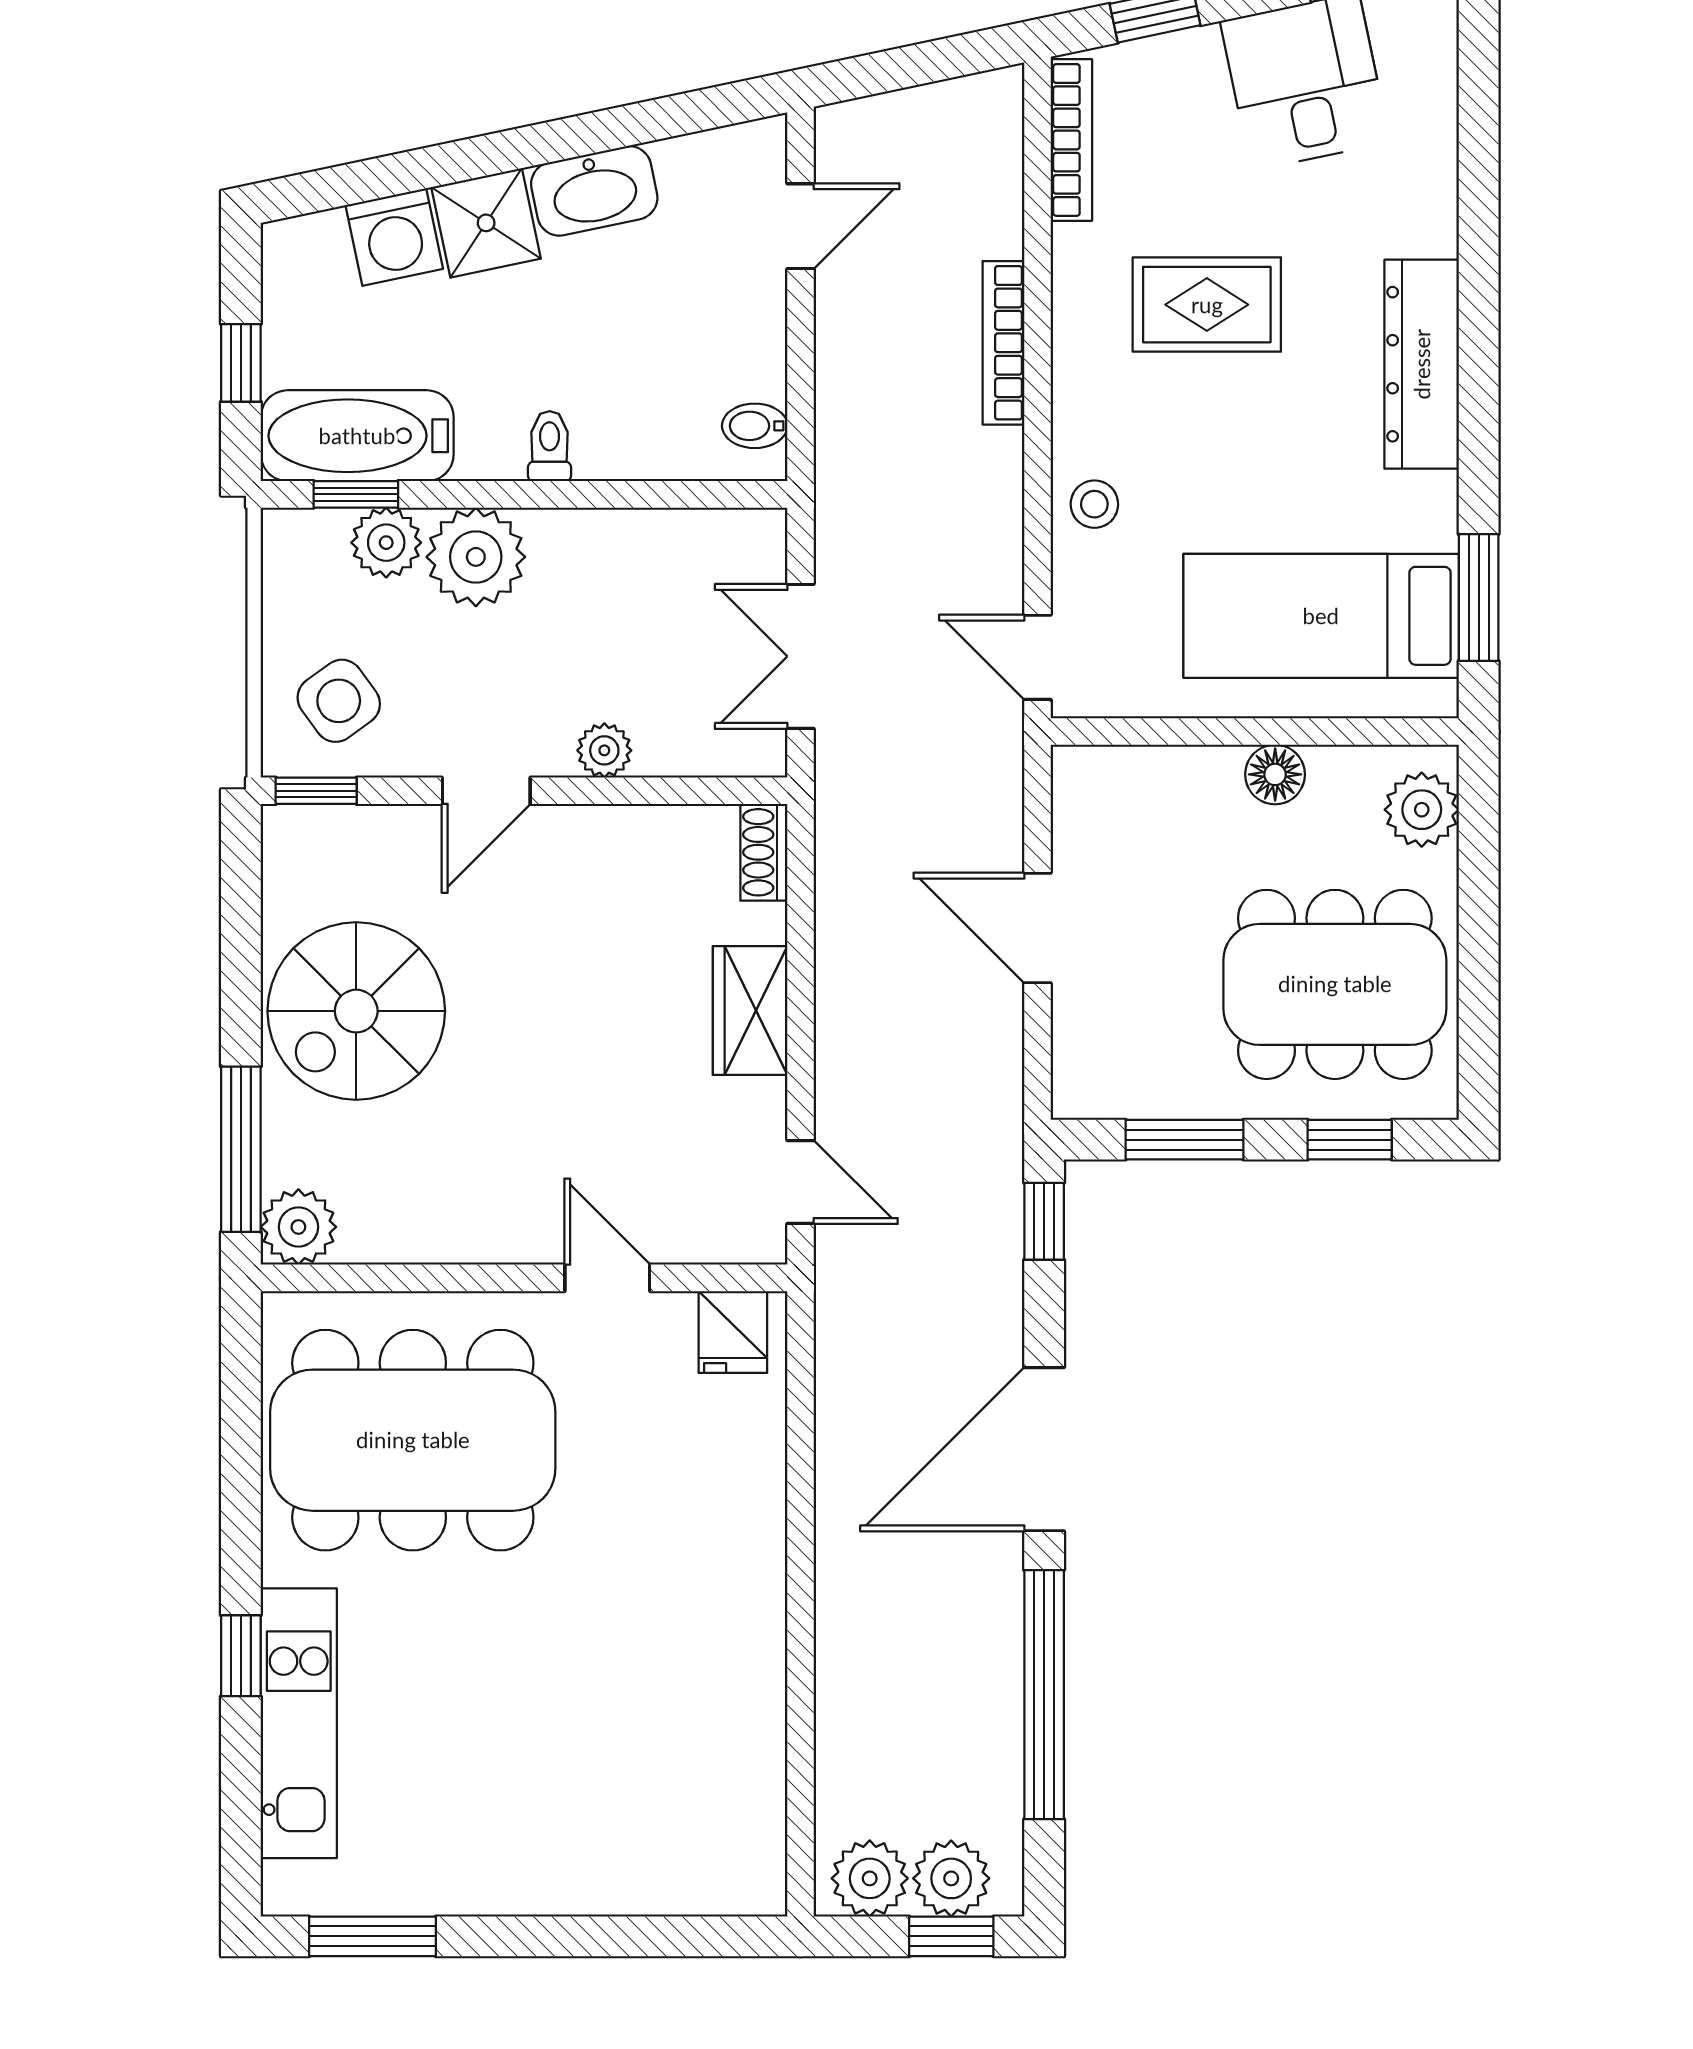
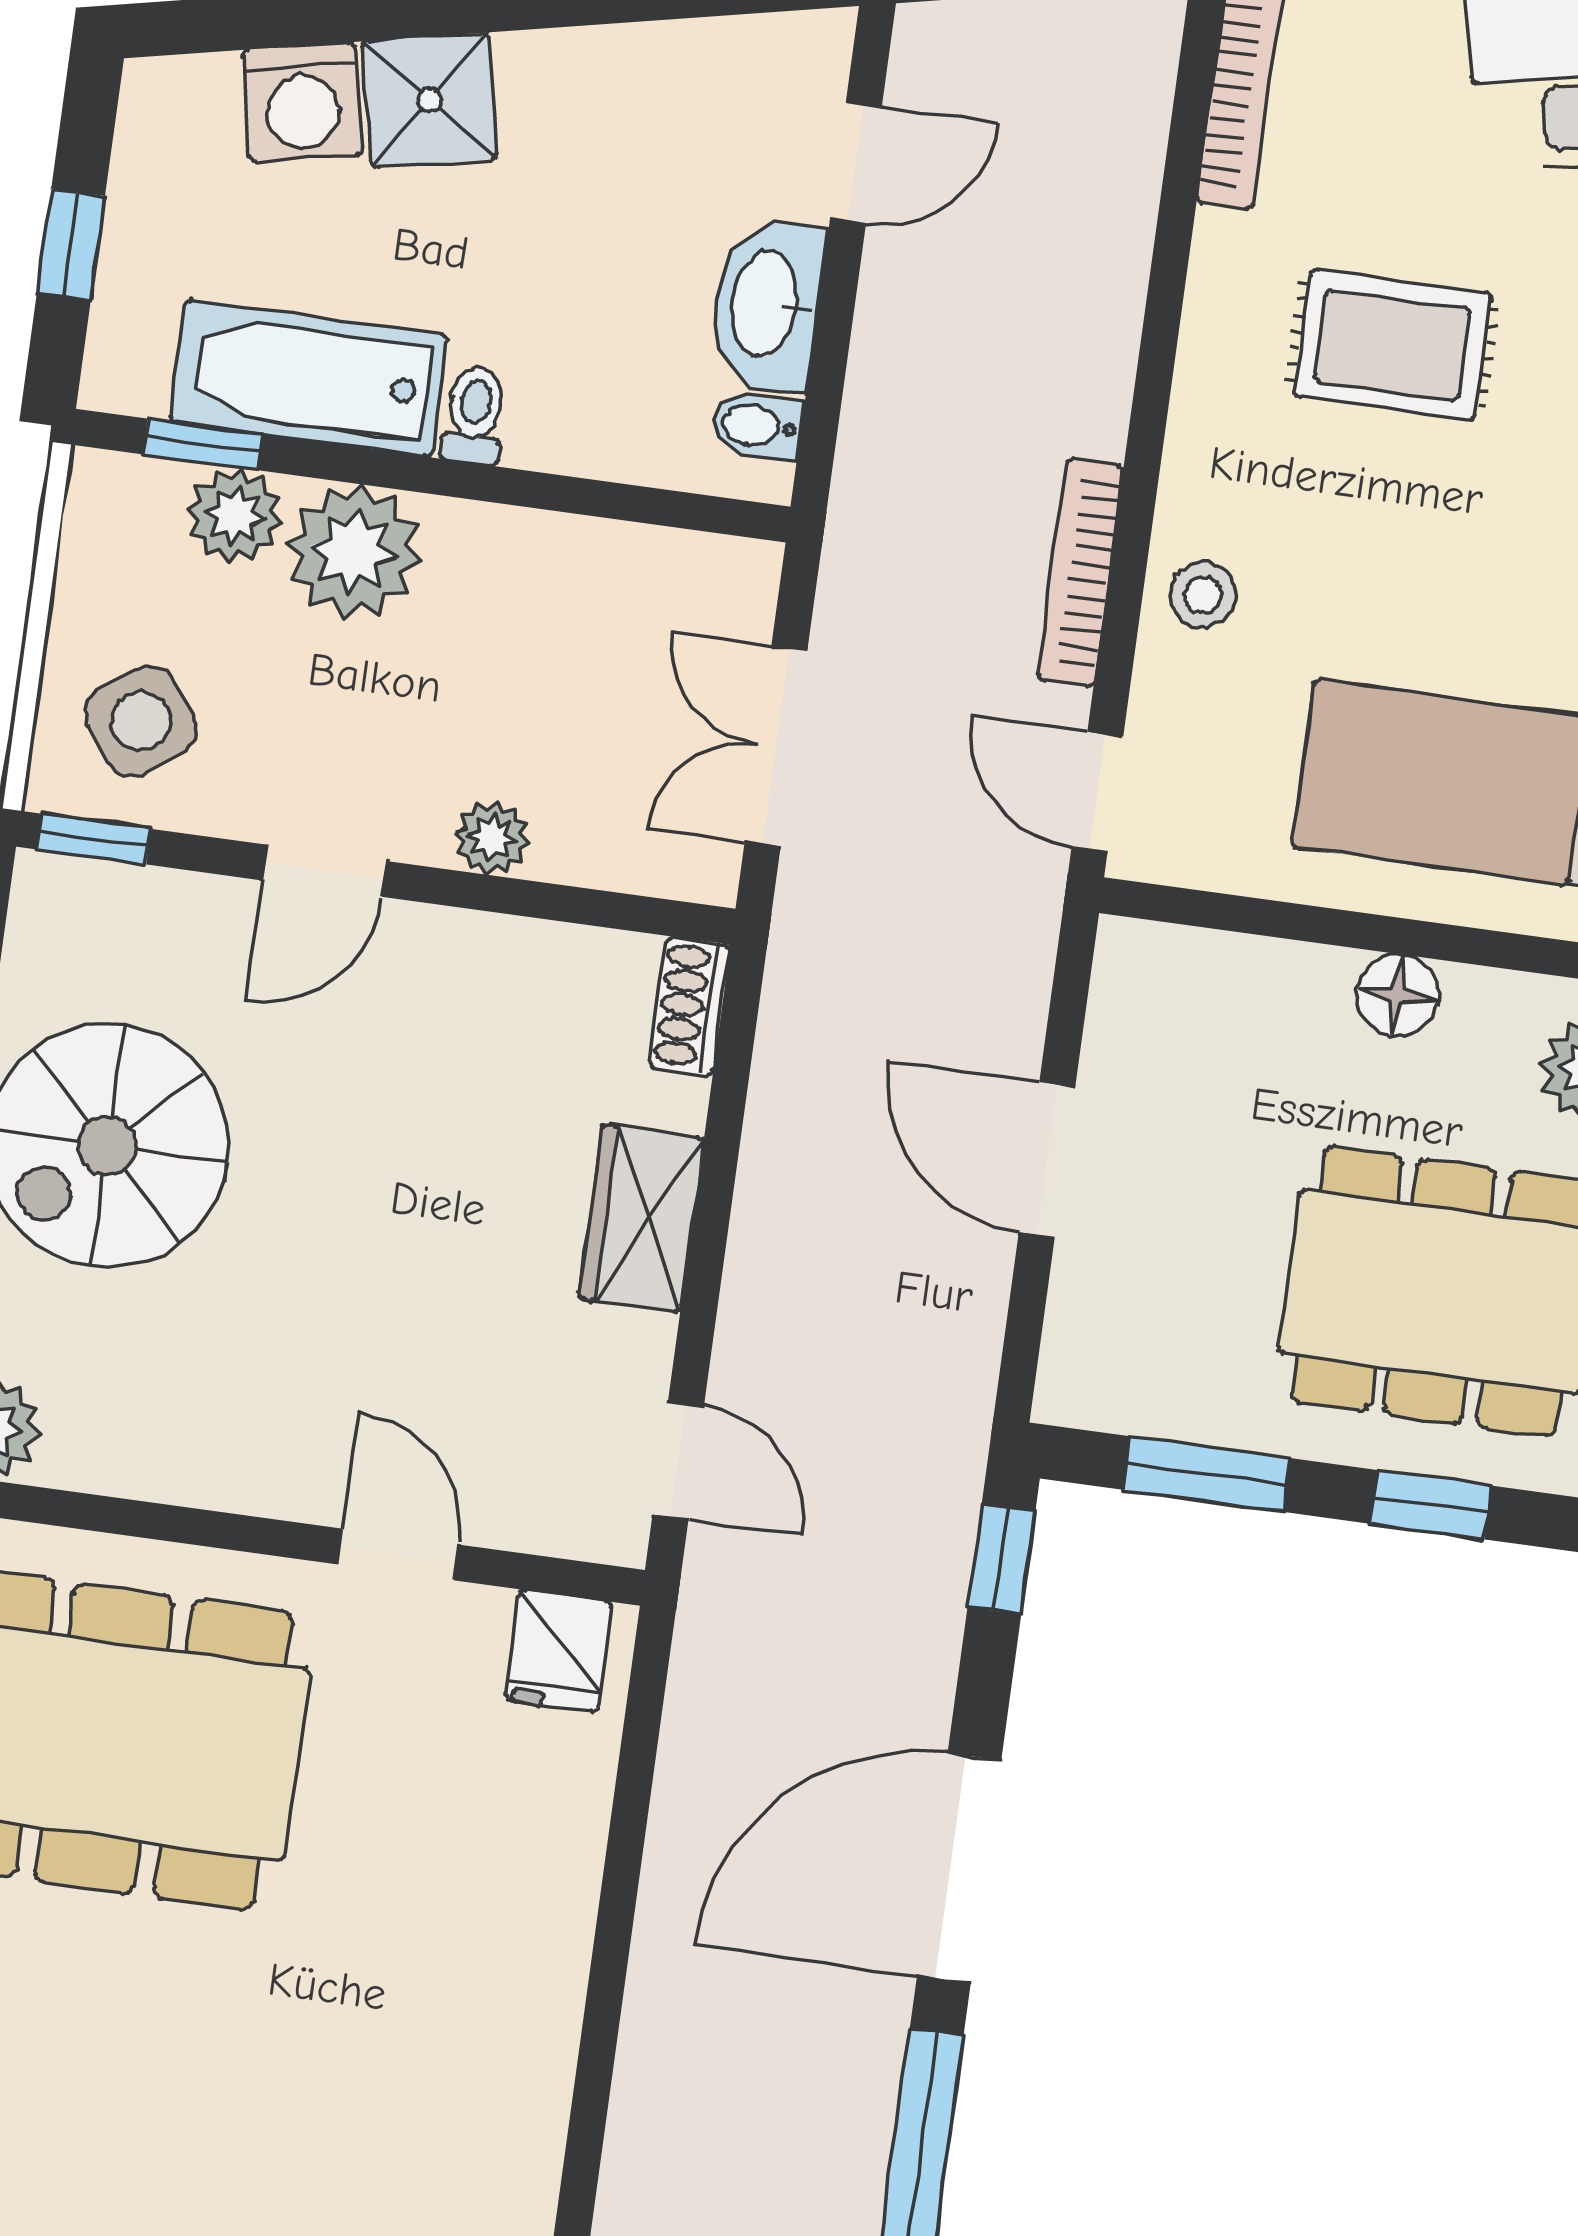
washbasin: (594, 191) -> (767, 305), moved, turned 102
bookcase: (1003, 343) -> (1080, 572), moved
bathtub: (357, 436) -> (309, 378), moved

